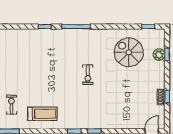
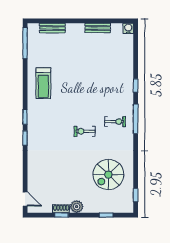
spiral stairs: (129, 52) -> (108, 175), turned 180
plant: (159, 55) -> (77, 207), moved
exercise bike: (11, 105) -> (115, 122), moved

